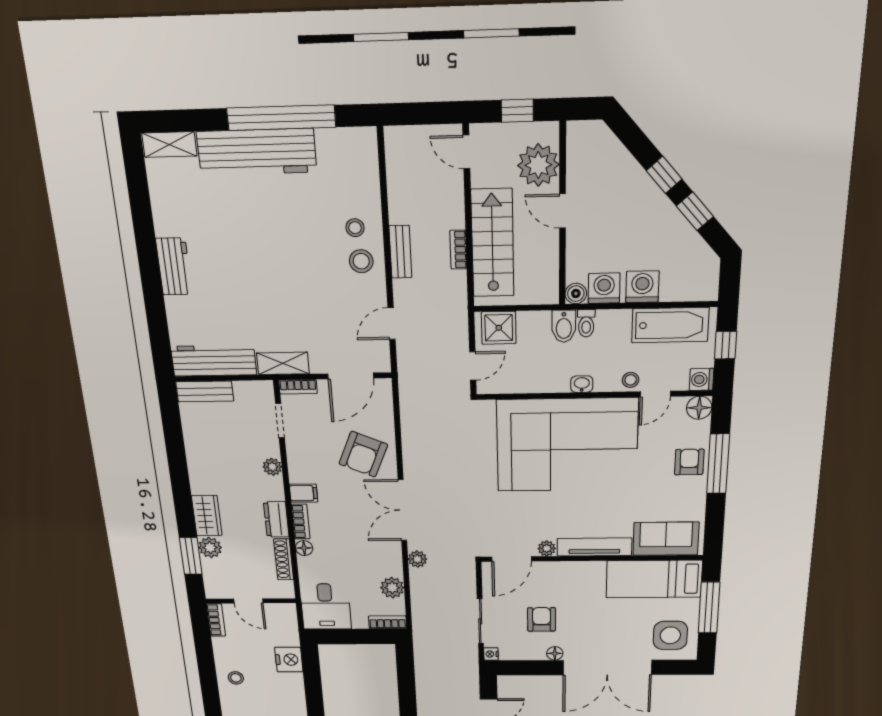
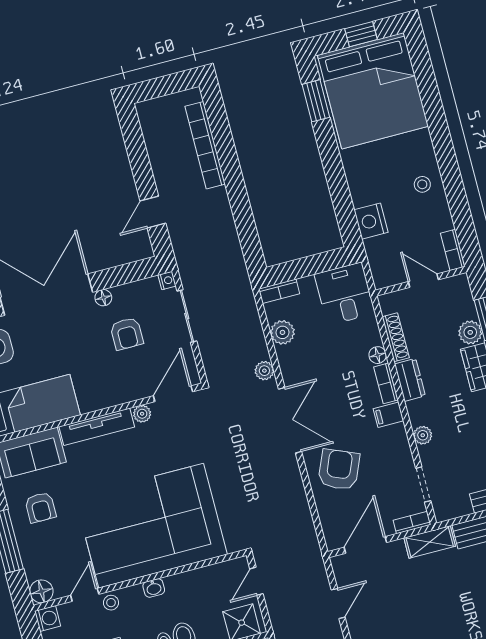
armchair: (689, 462) -> (40, 507), moved

